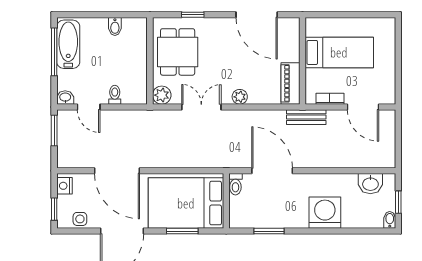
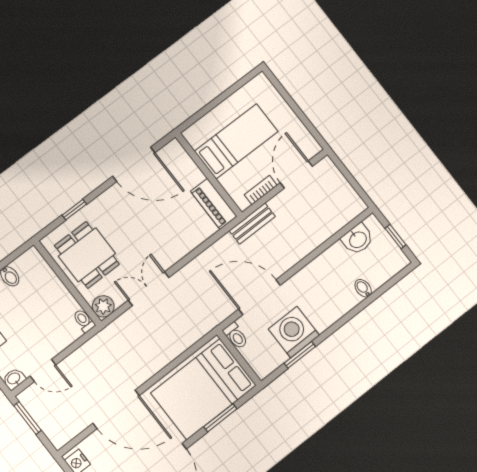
toilet: (115, 95) -> (84, 321), moved
plant: (240, 97) -> (177, 252), removed
door: (363, 107) -> (296, 174), swing flipped
washing machine: (325, 213) -> (294, 332), moved
bidet: (390, 220) -> (363, 288), moved

